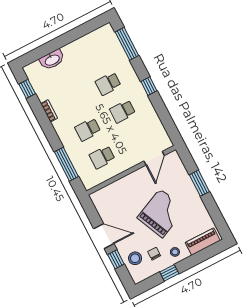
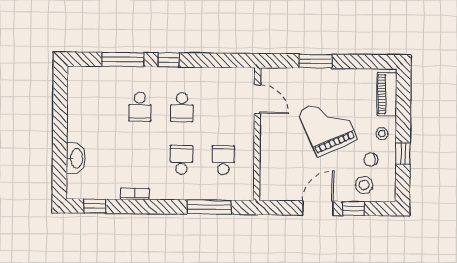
window: (127, 44) -> (123, 60), moved
school desk: (88, 129) -> (181, 160), turned 180
school desk: (102, 157) -> (223, 160), turned 180

